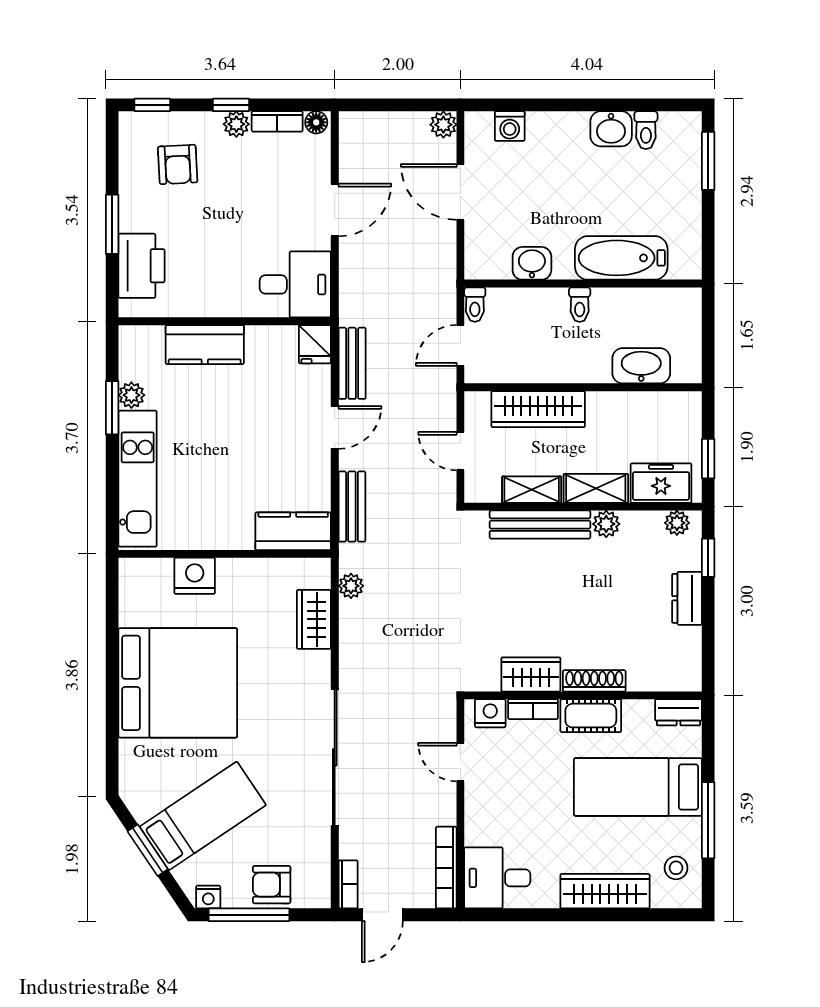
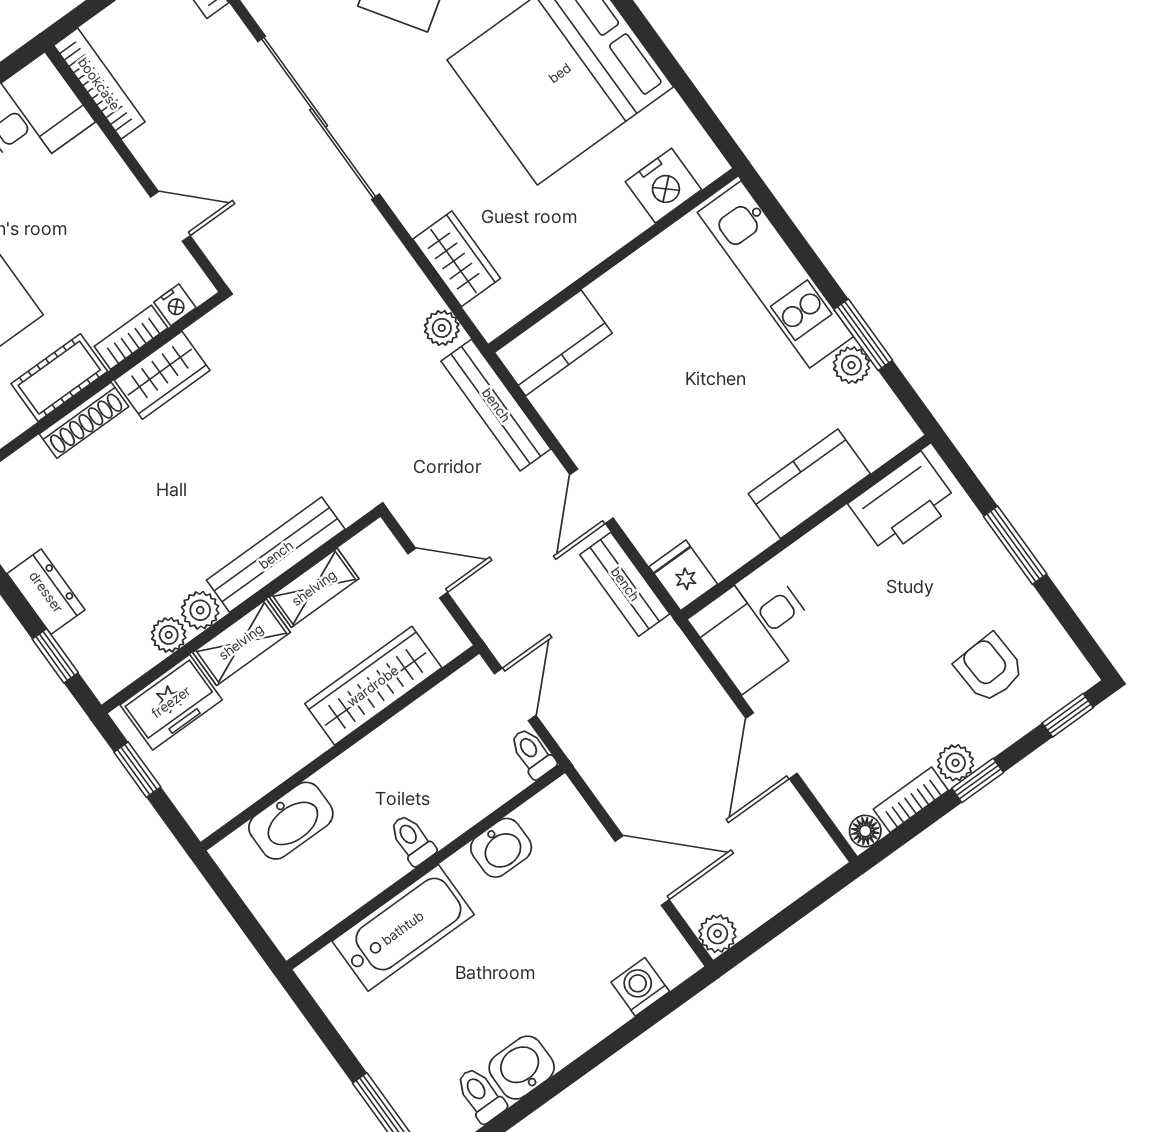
printer: (141, 266) -> (903, 504), moved, turned -90
bench: (352, 507) -> (496, 405), width x1.36
plant: (677, 523) -> (169, 635), moved
nightstand: (195, 576) -> (663, 186), moved
nightstand: (490, 713) -> (175, 305), width x0.72, depth x0.74

